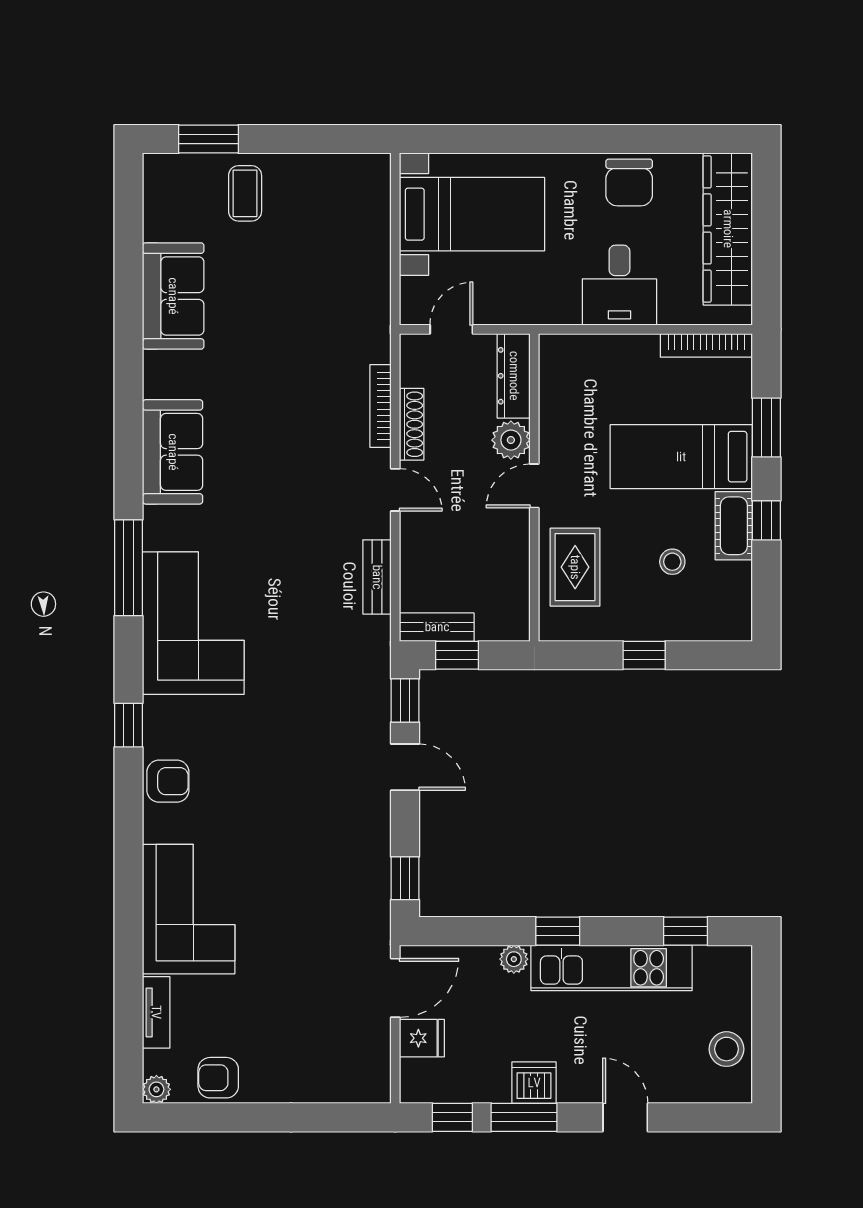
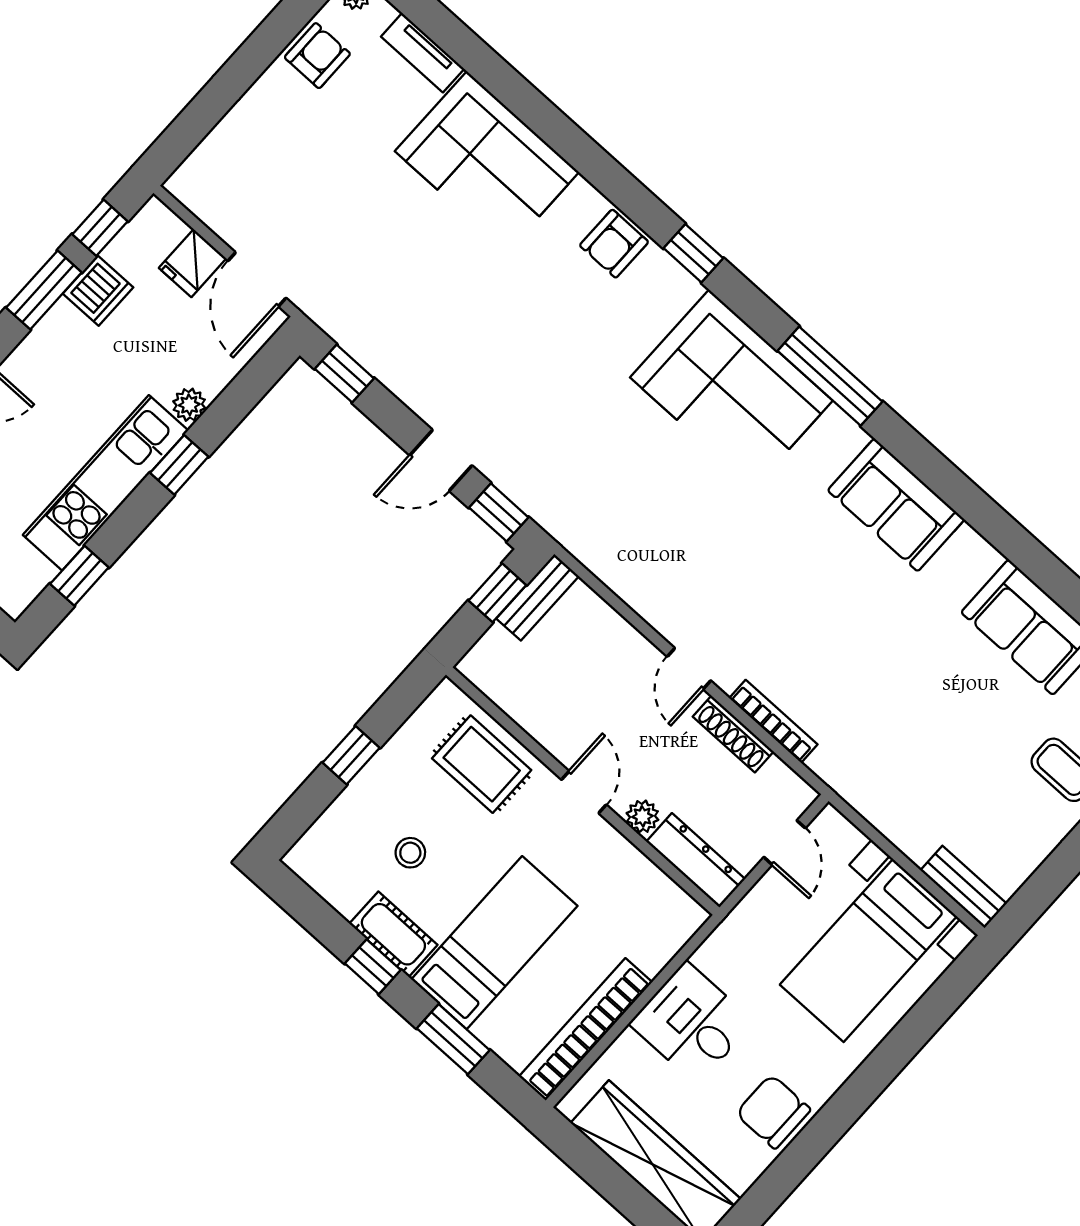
bookcase: (706, 345) -> (586, 1029), width x1.48, depth x1.31
plant: (511, 440) -> (642, 816), width x0.73, depth x0.73
door: (395, 490) -> (689, 669), hinge flipped
bench: (377, 577) -> (964, 887), moved
dishwasher: (534, 1083) -> (98, 290), moved

